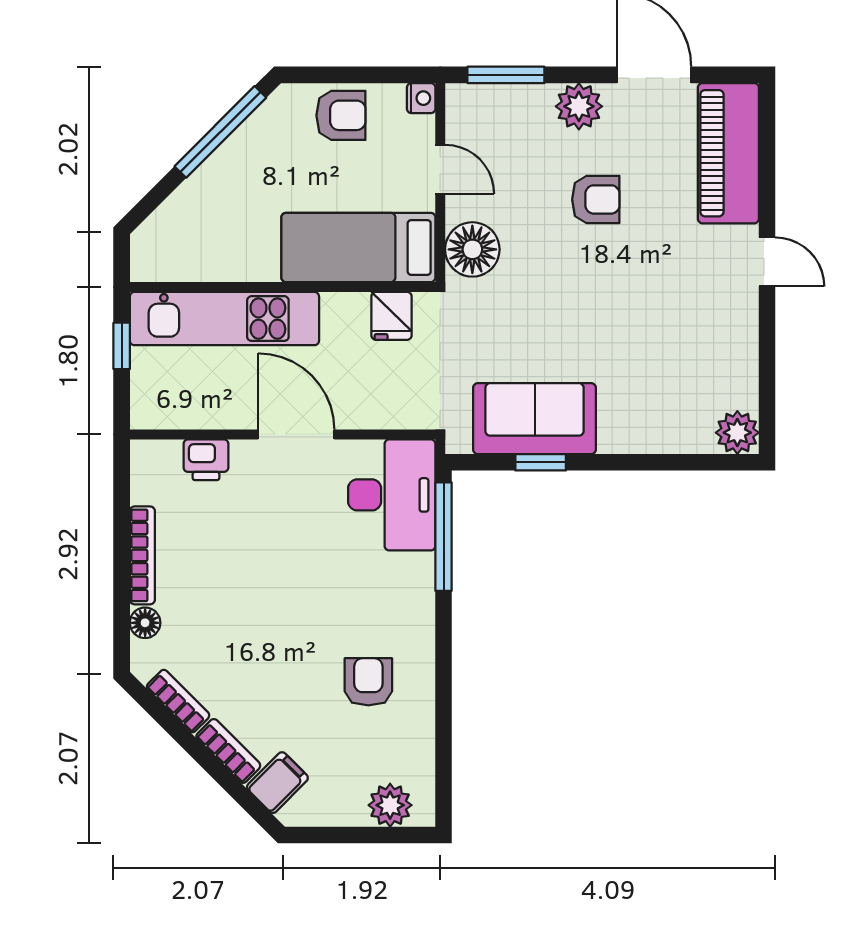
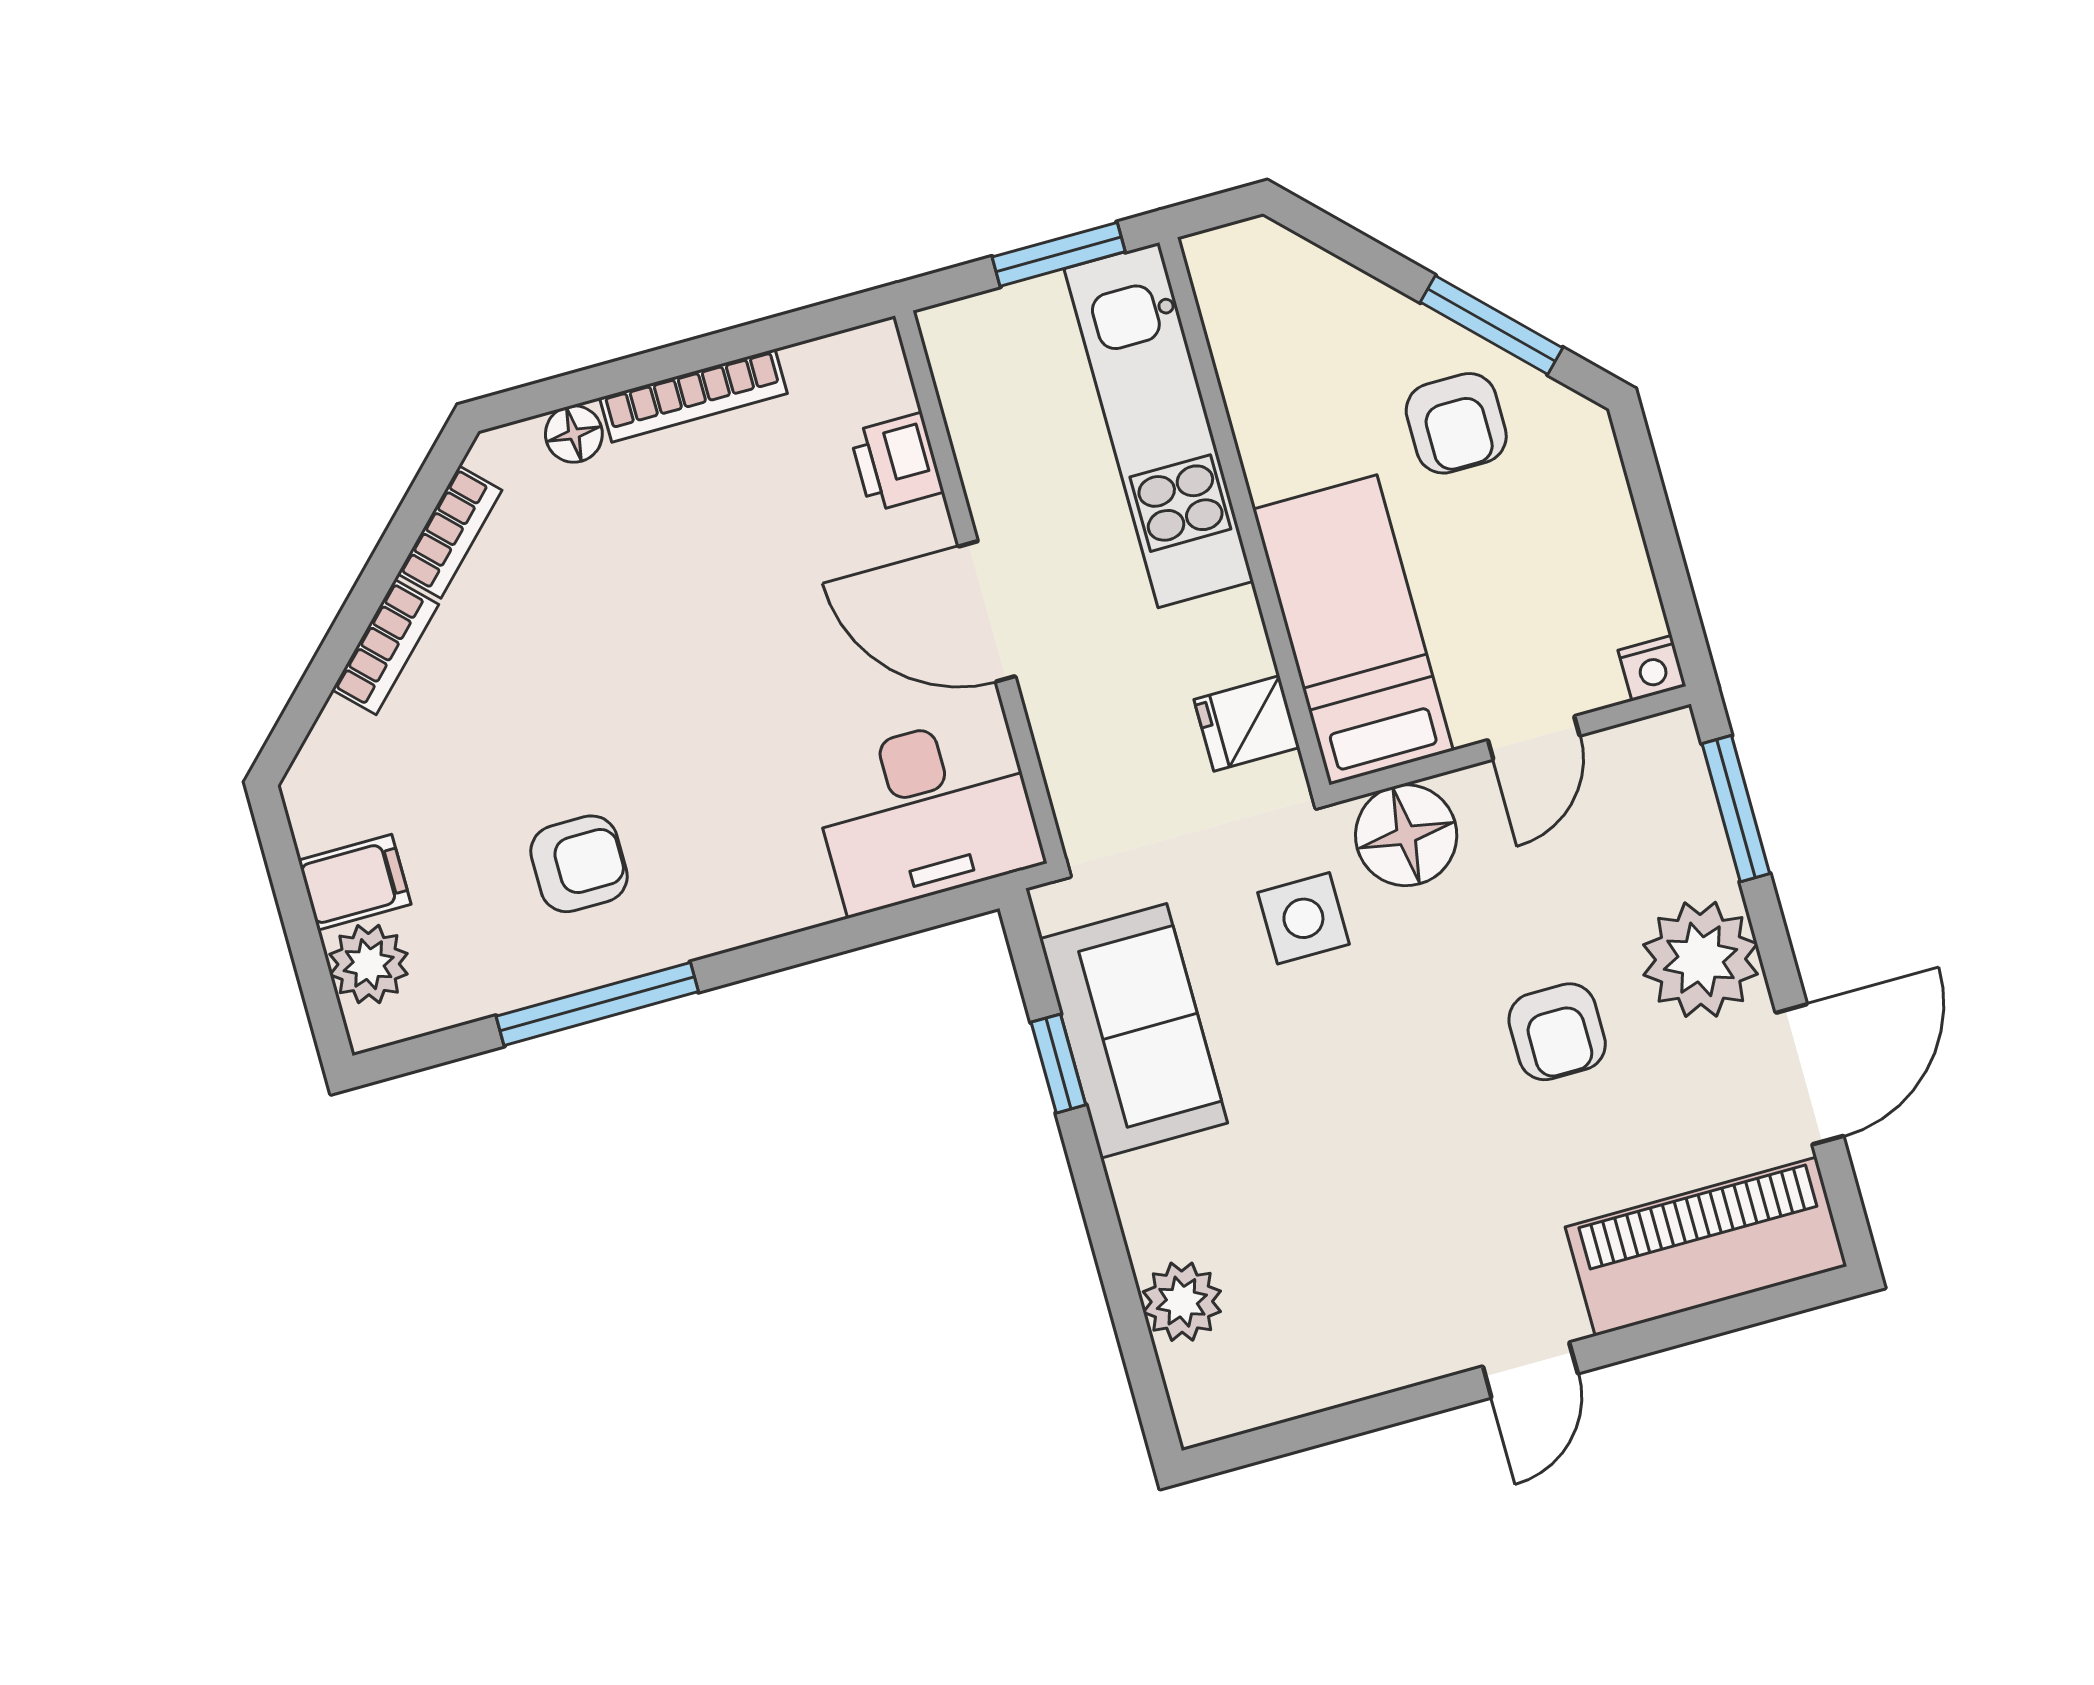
plant: (579, 106) -> (1701, 959), width x1.36, depth x1.36
armchair: (341, 115) -> (1456, 423), moved
window: (220, 132) -> (1492, 325), width x0.69
side table: (501, 315) -> (1303, 918), added
window: (122, 346) -> (1059, 254), width x1.50
plant: (737, 433) -> (1182, 1302), moved
door: (296, 434) -> (987, 611), swing flipped
window: (444, 537) -> (597, 1004), moved
filing cabinet: (277, 783) -> (355, 882), moved, turned -45

